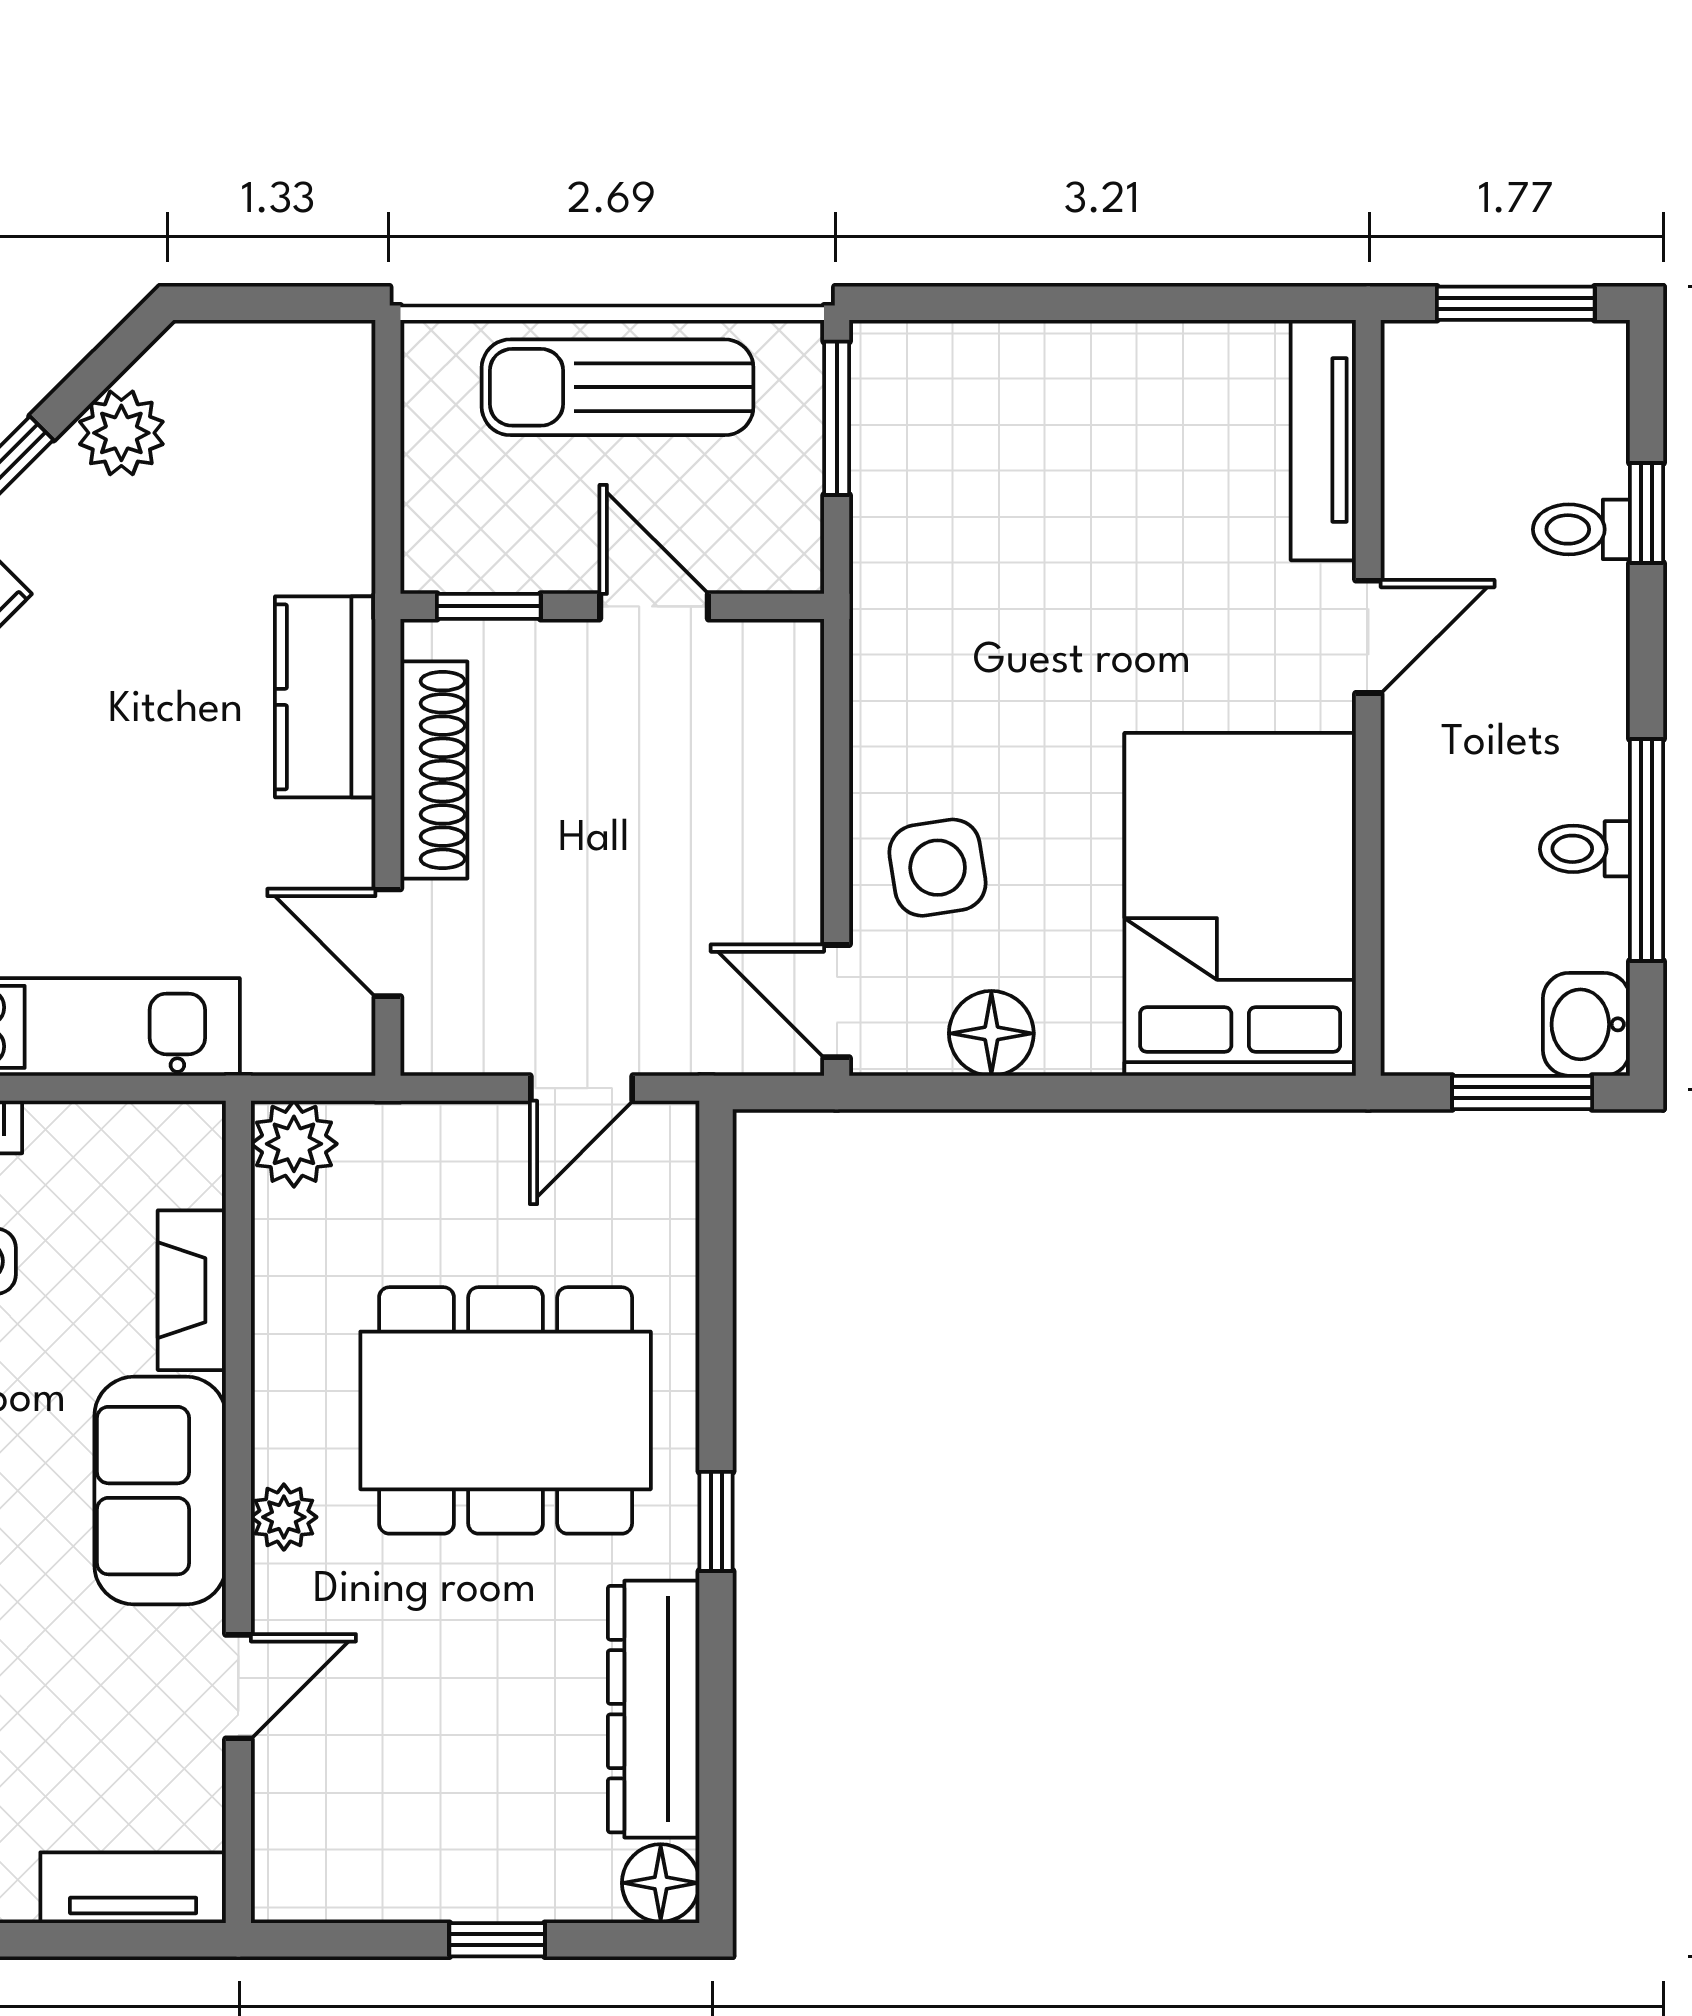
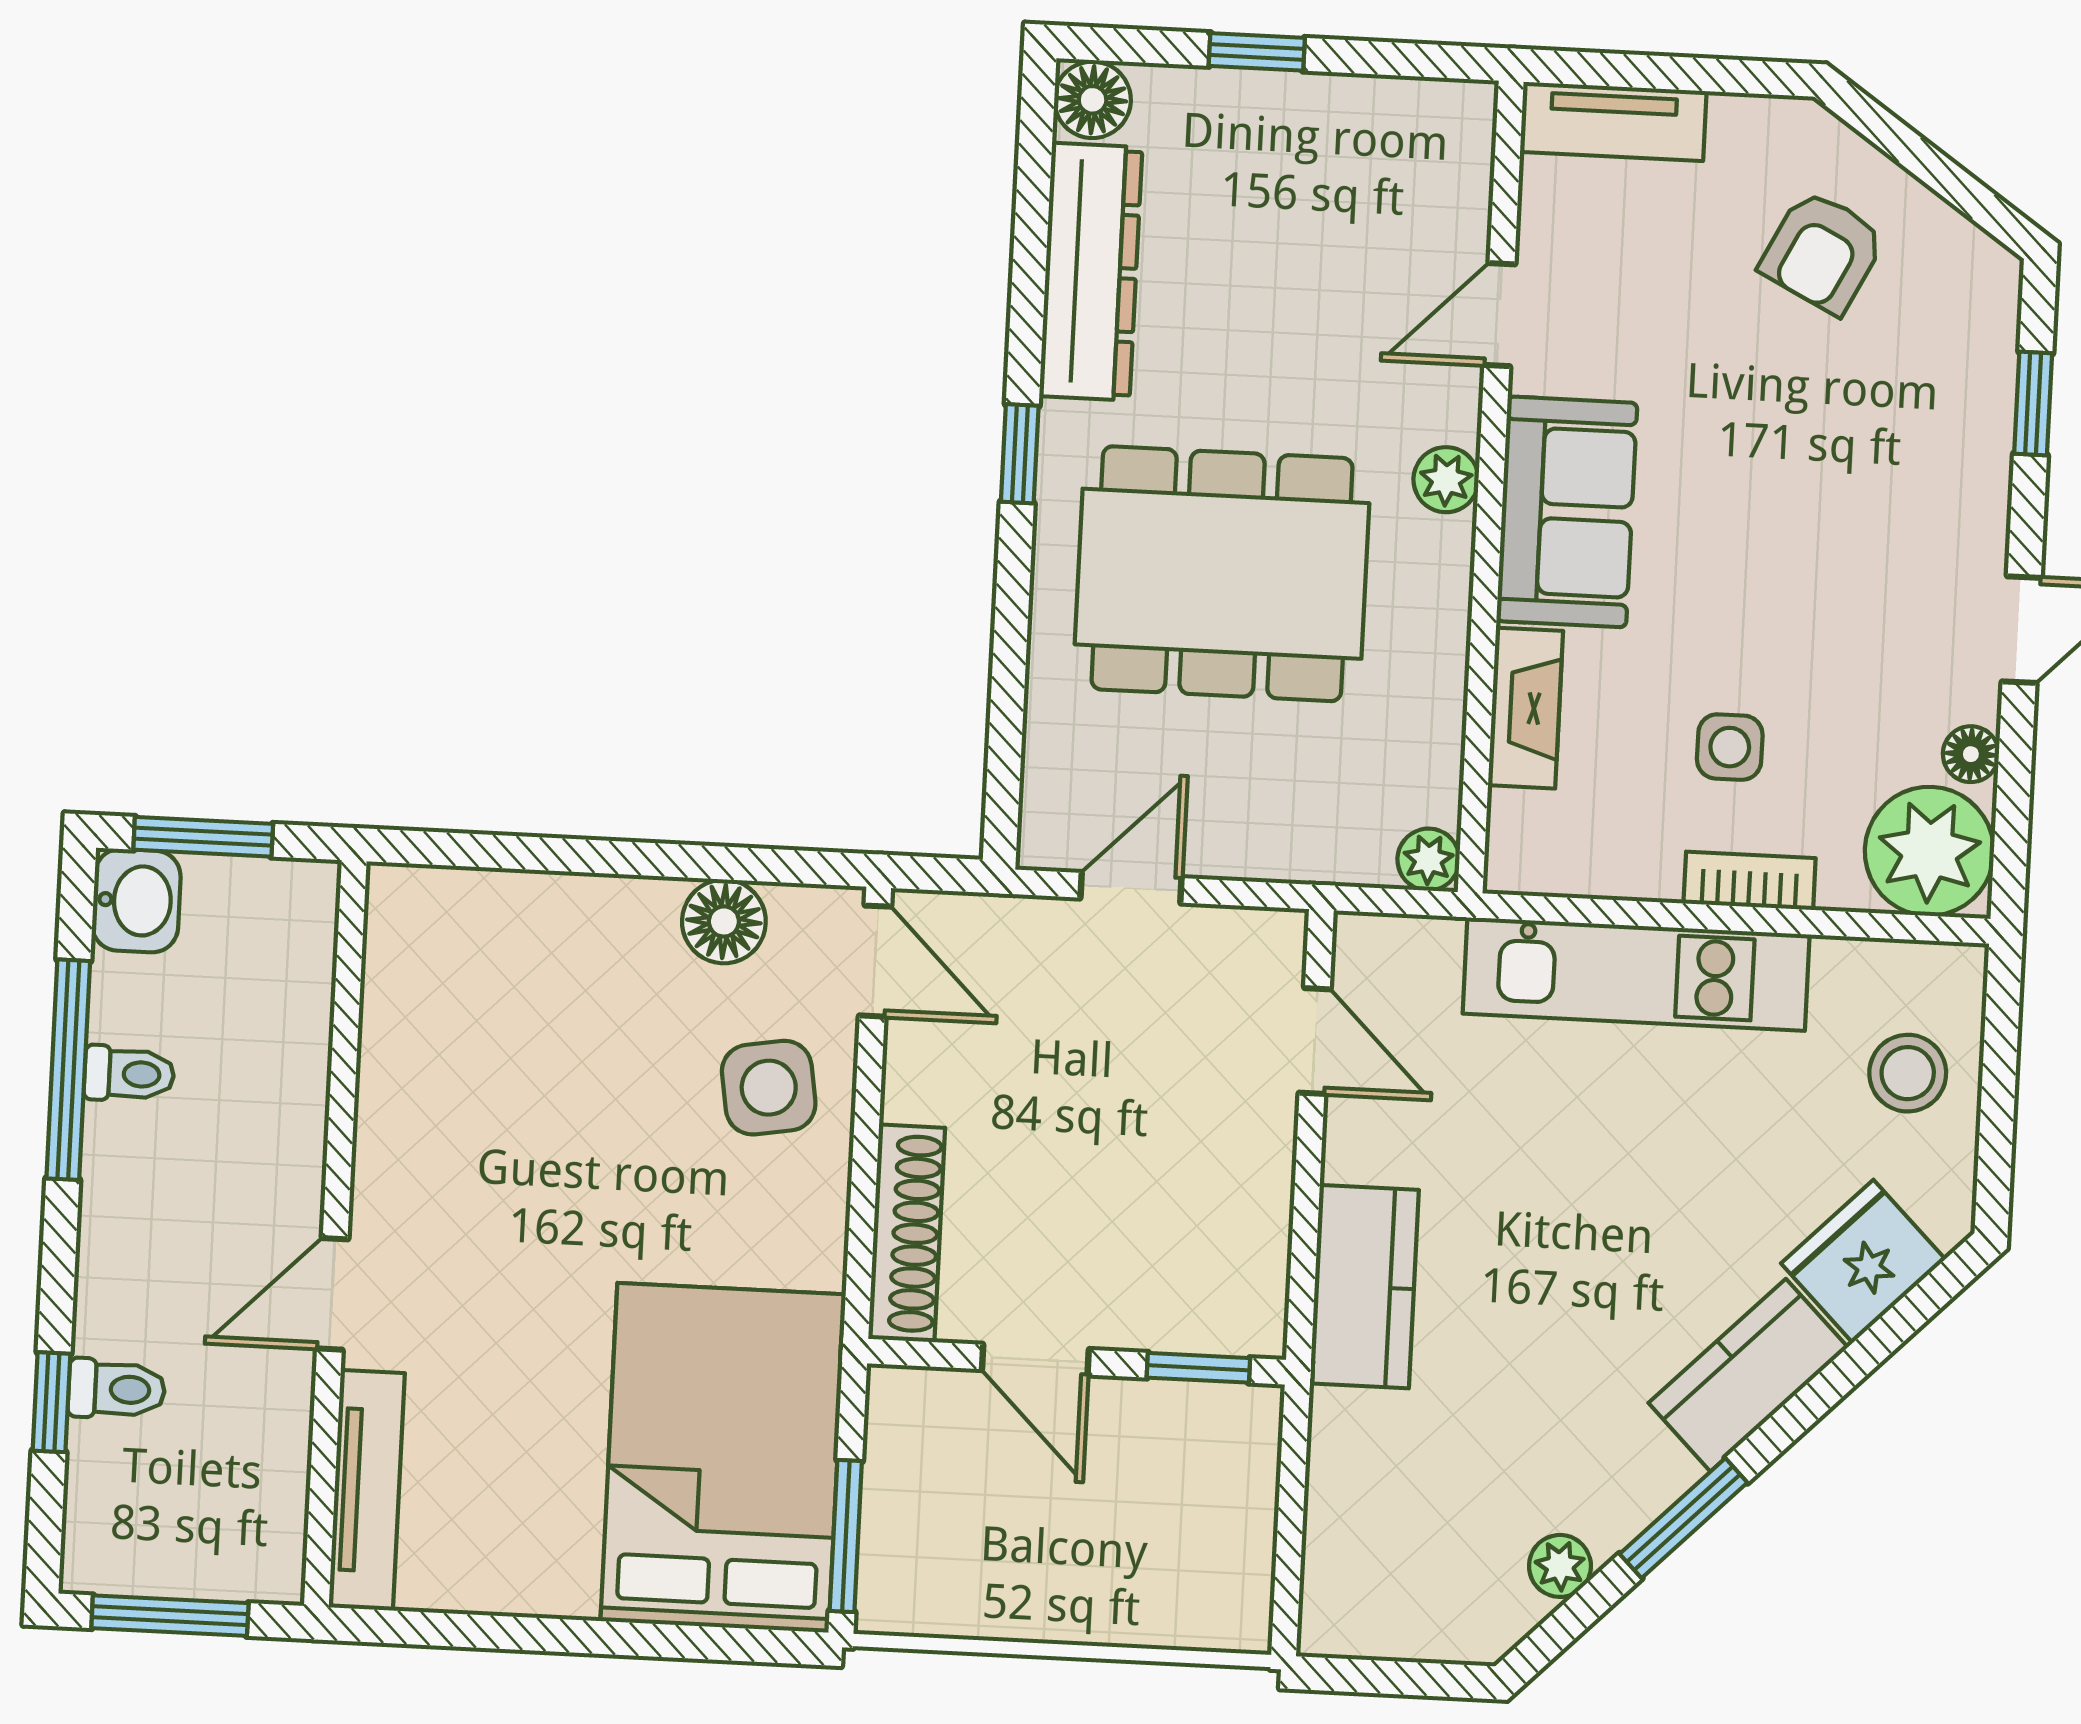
sun lounger: (618, 387) -> (1060, 1578), removed
plant: (121, 433) -> (1560, 1566), width x0.73, depth x0.73
shoe rack: (434, 770) -> (907, 1233), moved, turned 180
bed: (1240, 904) -> (723, 1458), moved, turned 180
plant: (294, 1144) -> (1428, 860), width x0.73, depth x0.73

